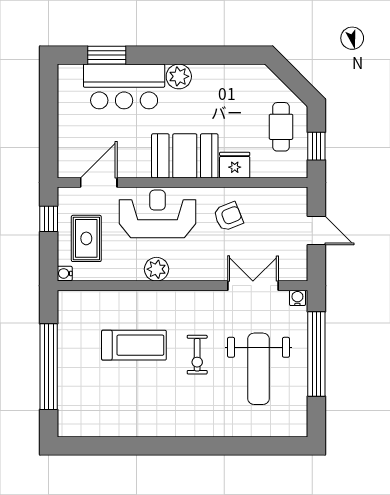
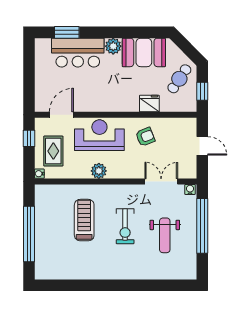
cafe table: (281, 127) -> (179, 79), turned 34
booth: (185, 156) -> (144, 52), moved
treadmill: (134, 345) -> (84, 220), turned -90
exercise bike: (197, 355) -> (125, 226), width x1.38, depth x1.39
weight bench: (258, 369) -> (165, 235), width x0.73, depth x0.75

